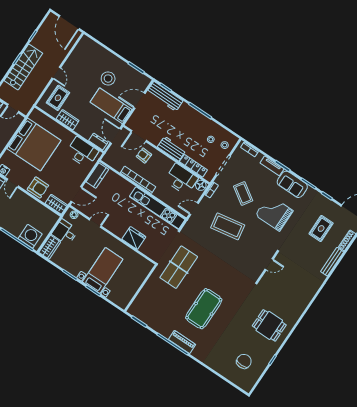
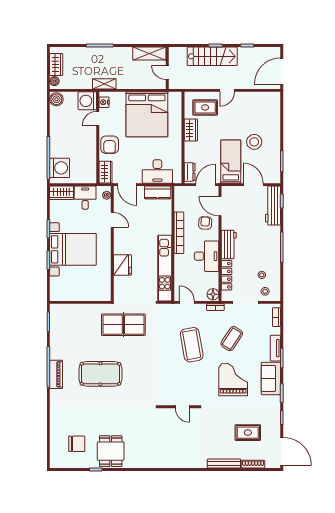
desk: (82, 152) -> (157, 171), moved, turned 90
desk: (181, 179) -> (207, 256), moved
bed with nightstands: (103, 270) -> (73, 249), width x1.36
dining table: (269, 325) -> (111, 451), moved

